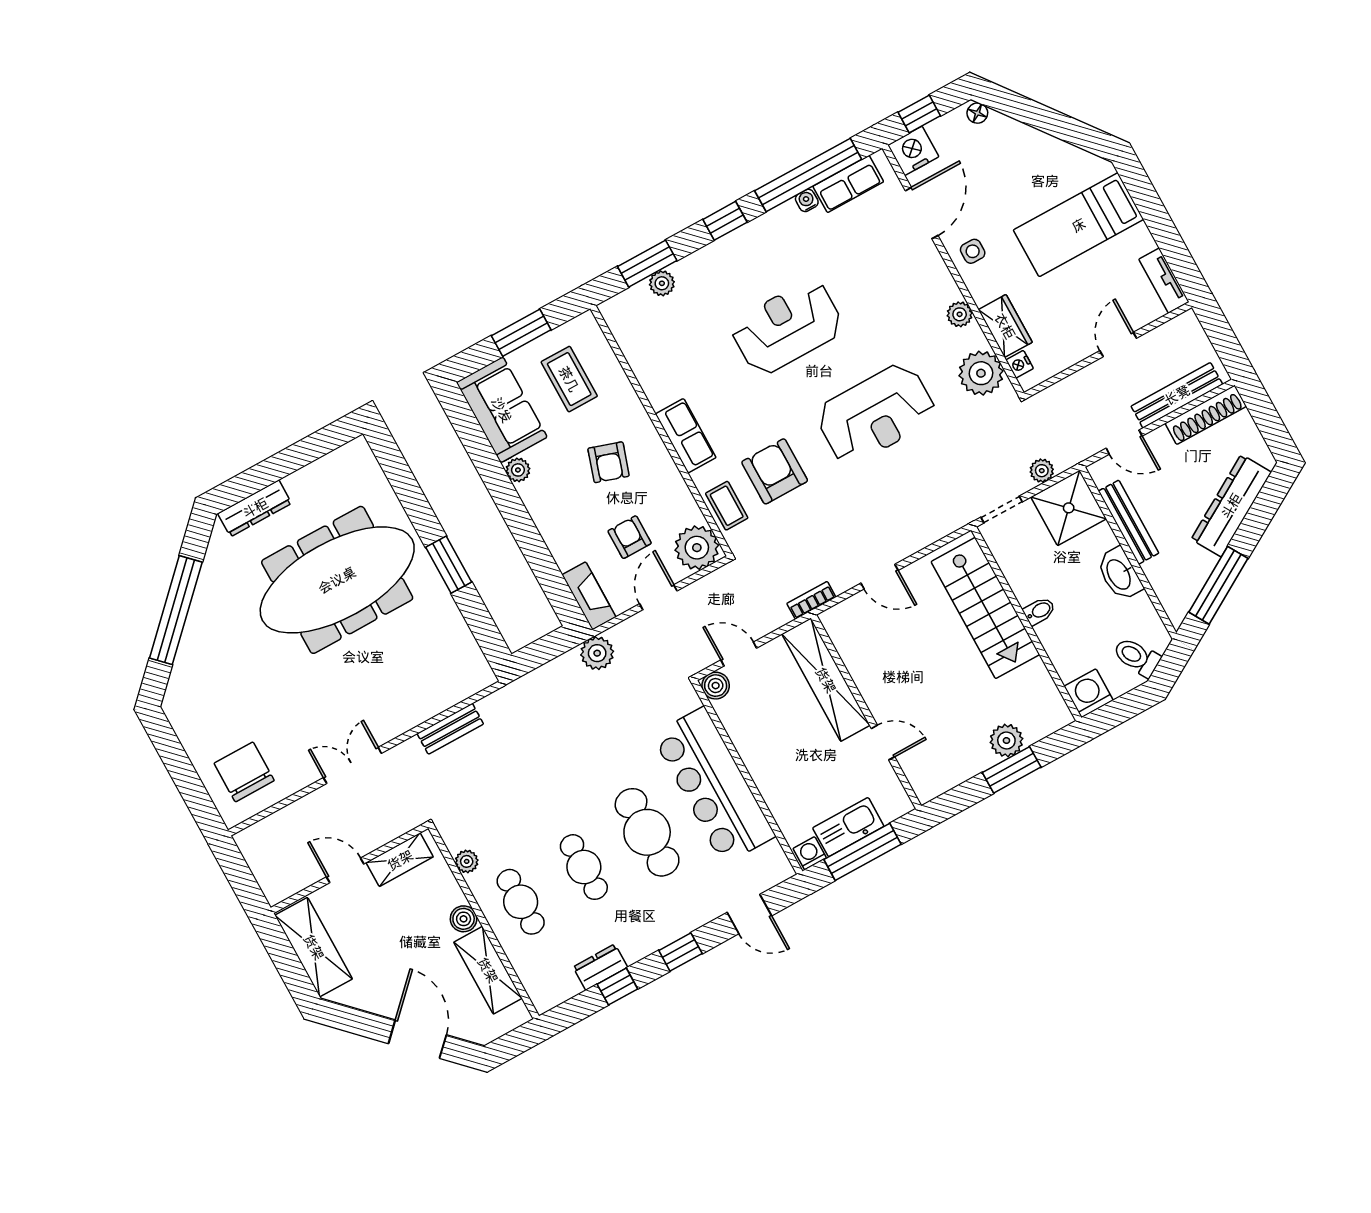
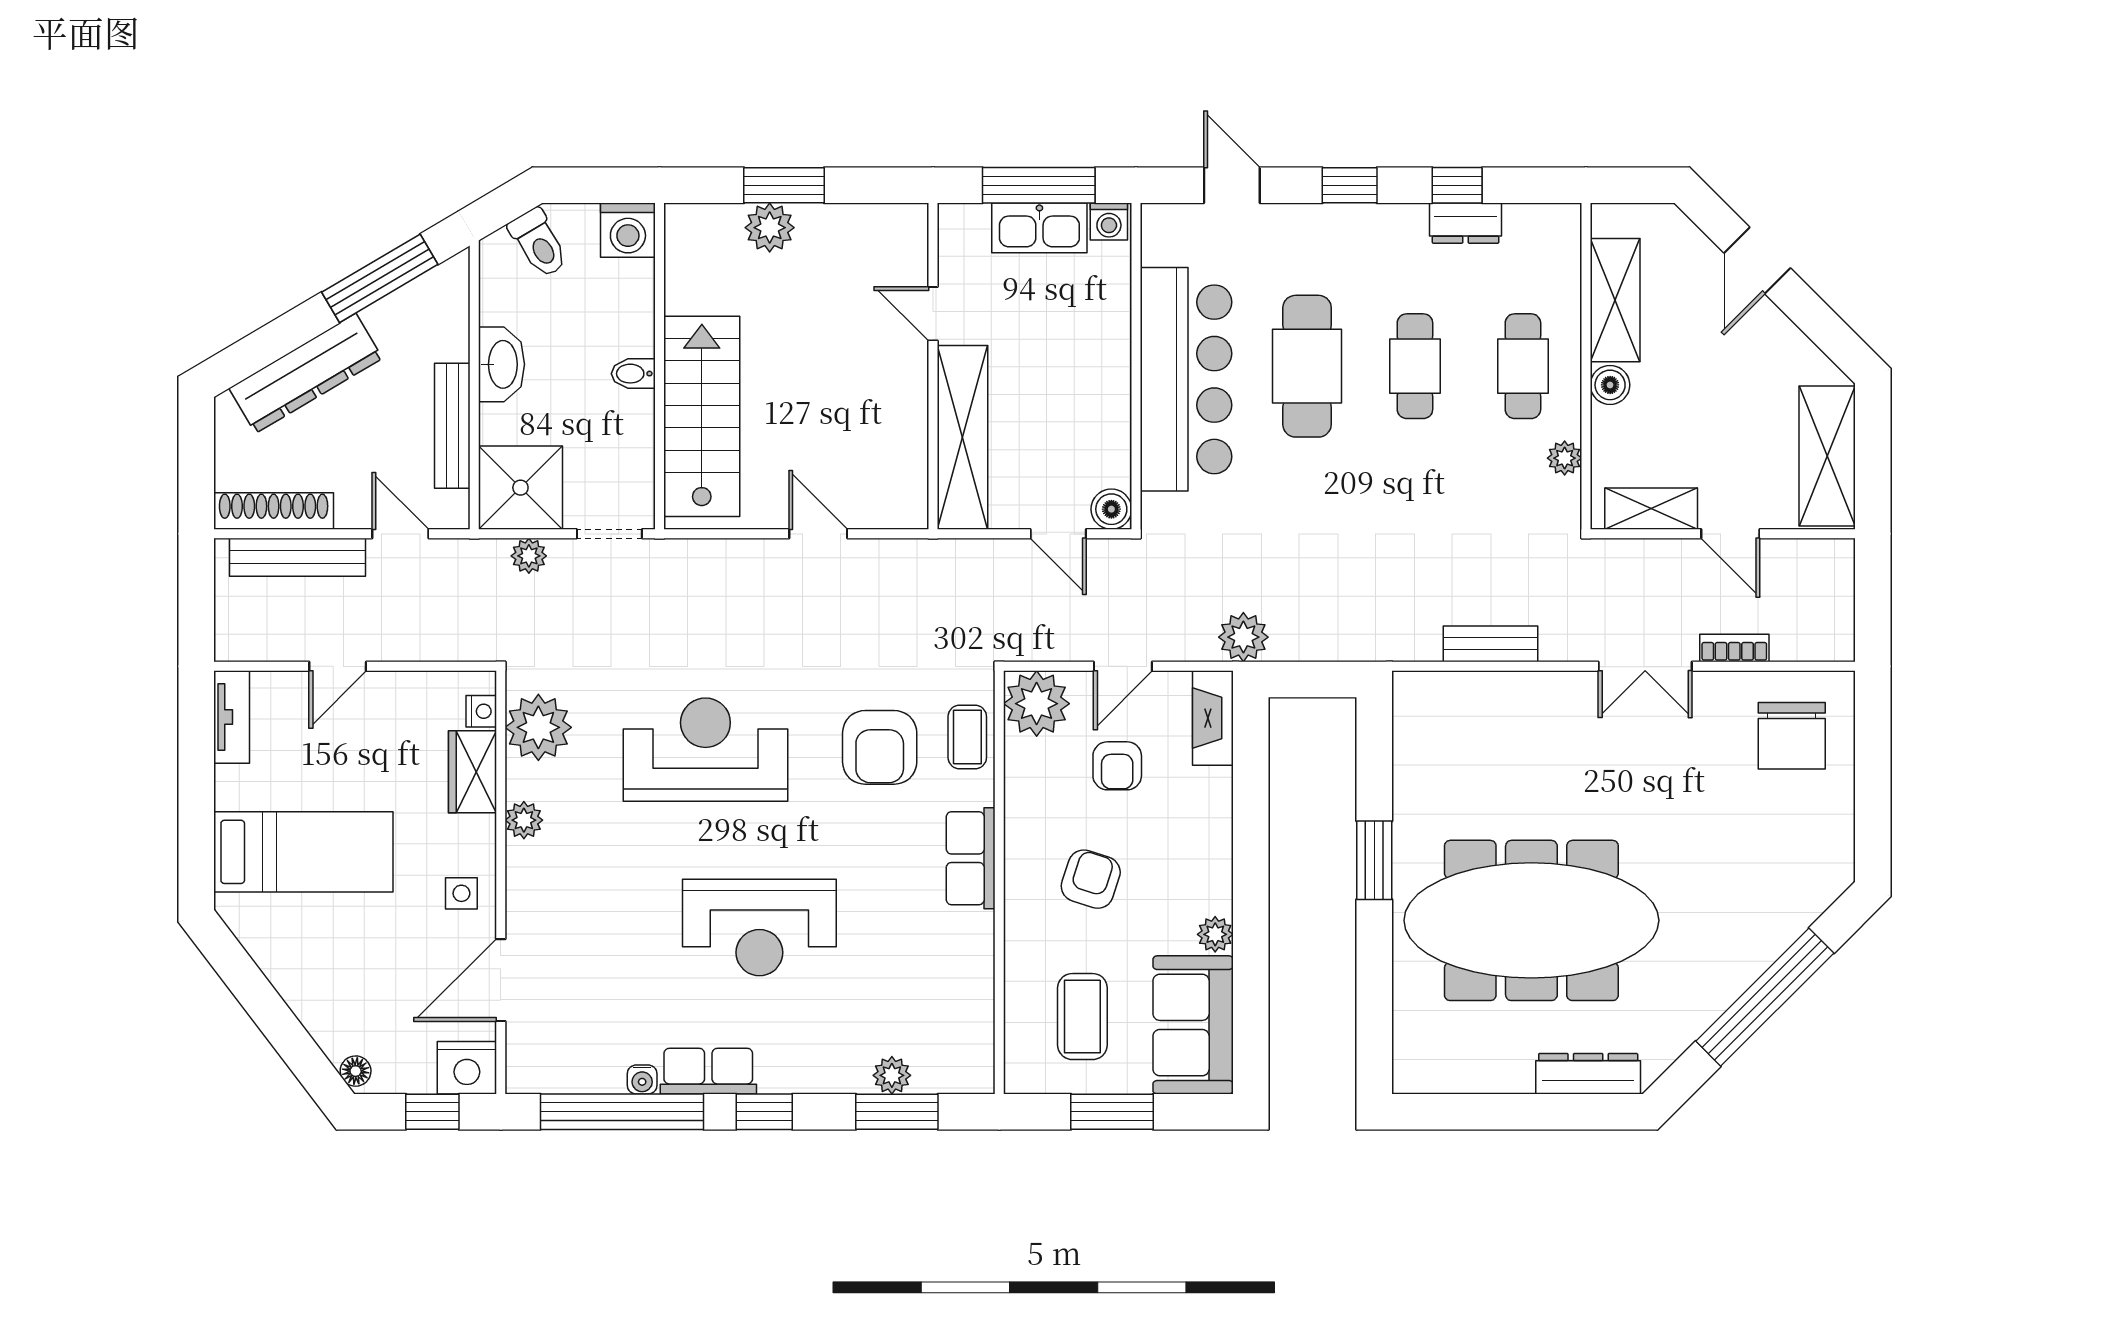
row of seats: (848, 184) -> (708, 1071), moved
bookcase: (811, 600) -> (1734, 648), moved, turned 180
door: (417, 1039) -> (1757, 260), width x0.73

